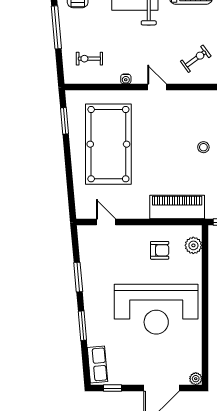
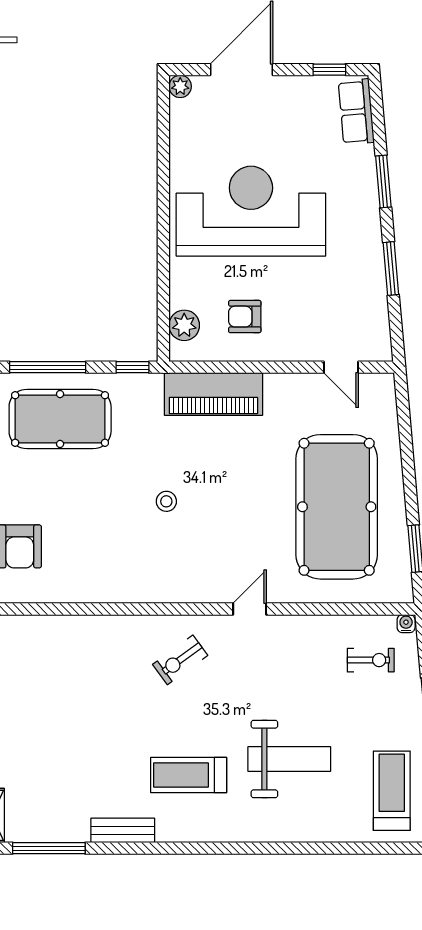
water cooler: (126, 79) -> (406, 624), moved
door: (157, 87) -> (250, 609), swing flipped

